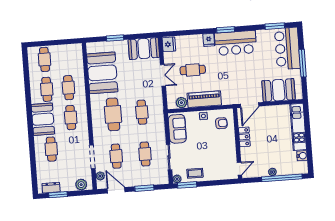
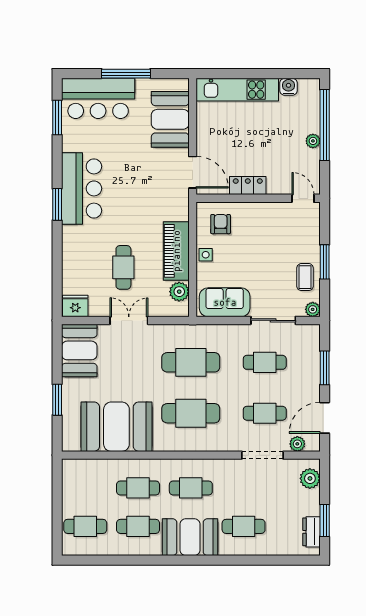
fridge: (209, 40) -> (73, 235), removed
cafe table: (142, 112) -> (191, 362), width x1.37, depth x1.35
window: (187, 185) -> (325, 262), moved

